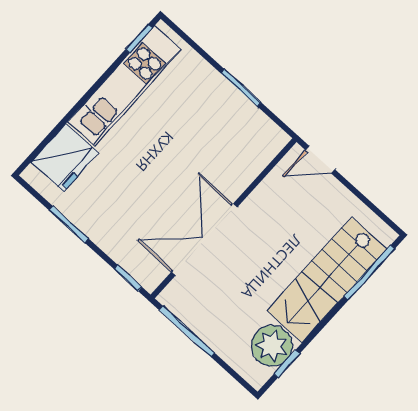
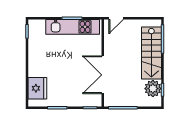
kitchen unit: (125, 86) -> (73, 27), moved, turned 90

